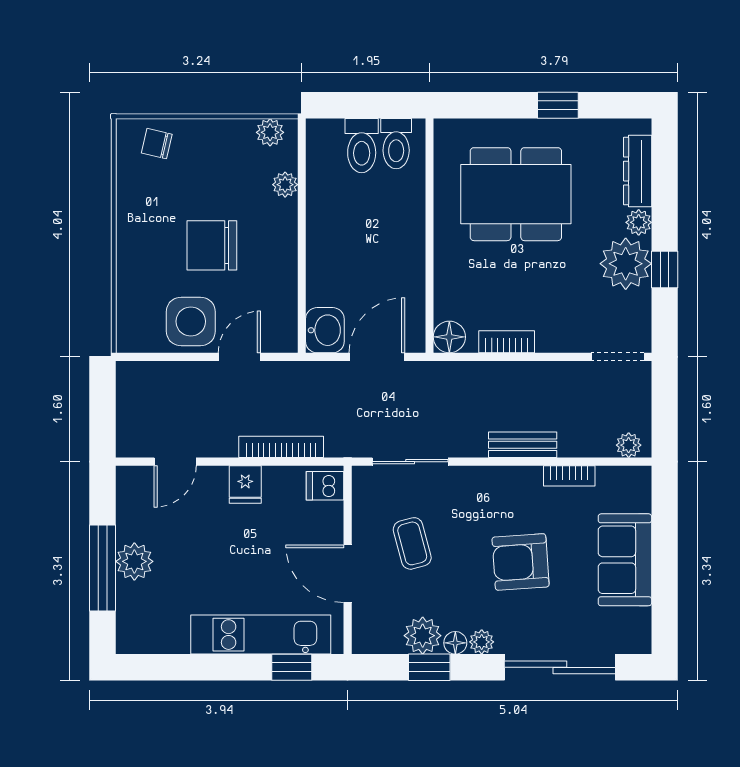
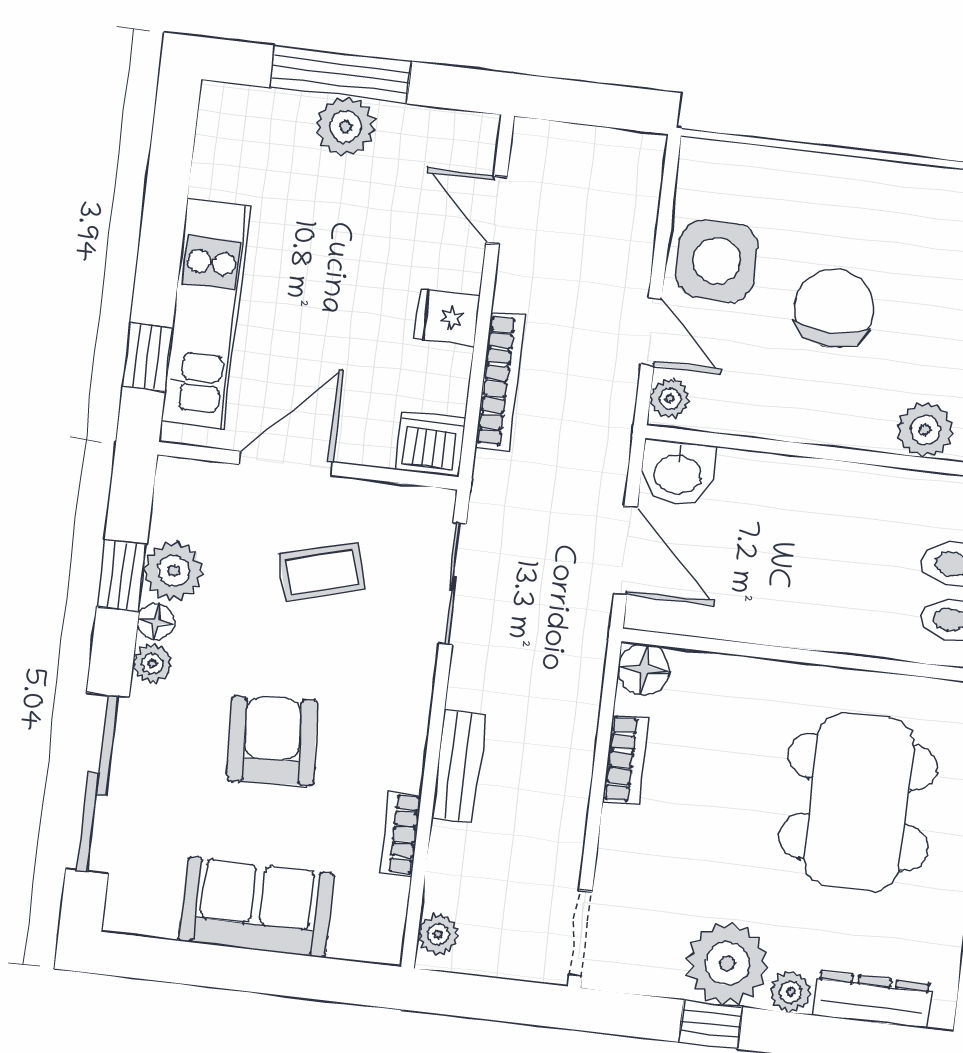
plant: (285, 185) -> (925, 430), width x1.38, depth x1.38
plant: (279, 340) -> (670, 398), added
dishwasher: (325, 486) -> (430, 444), width x1.38

